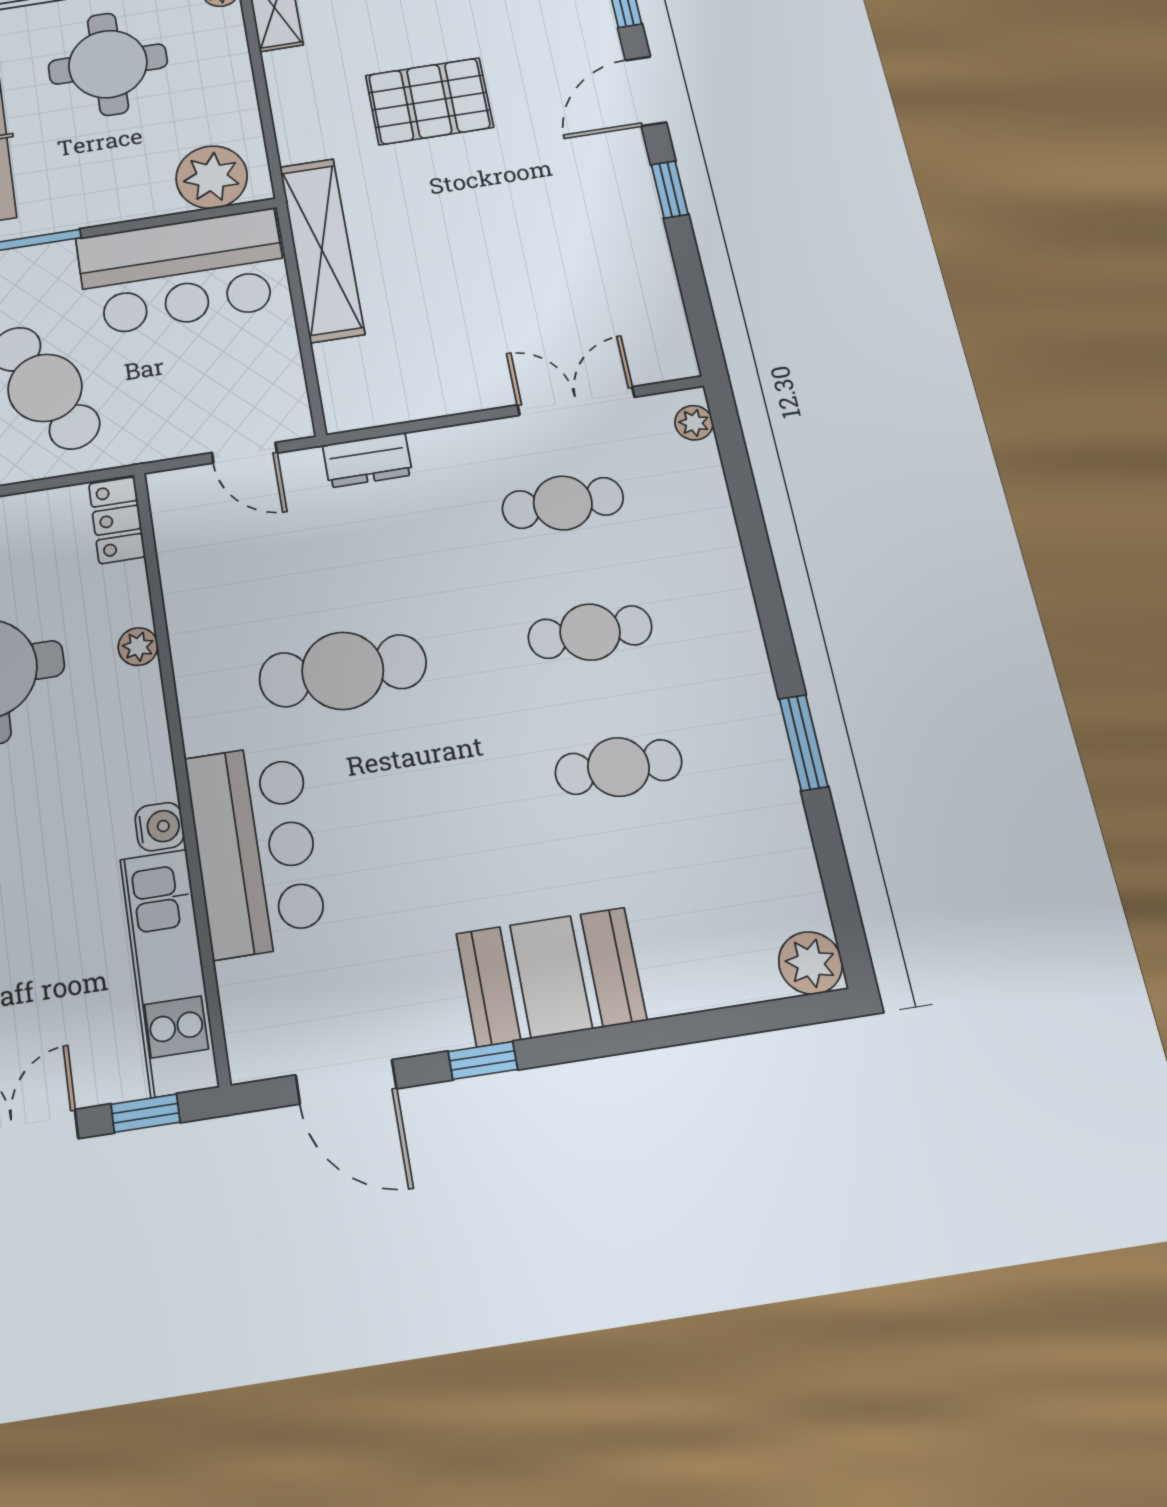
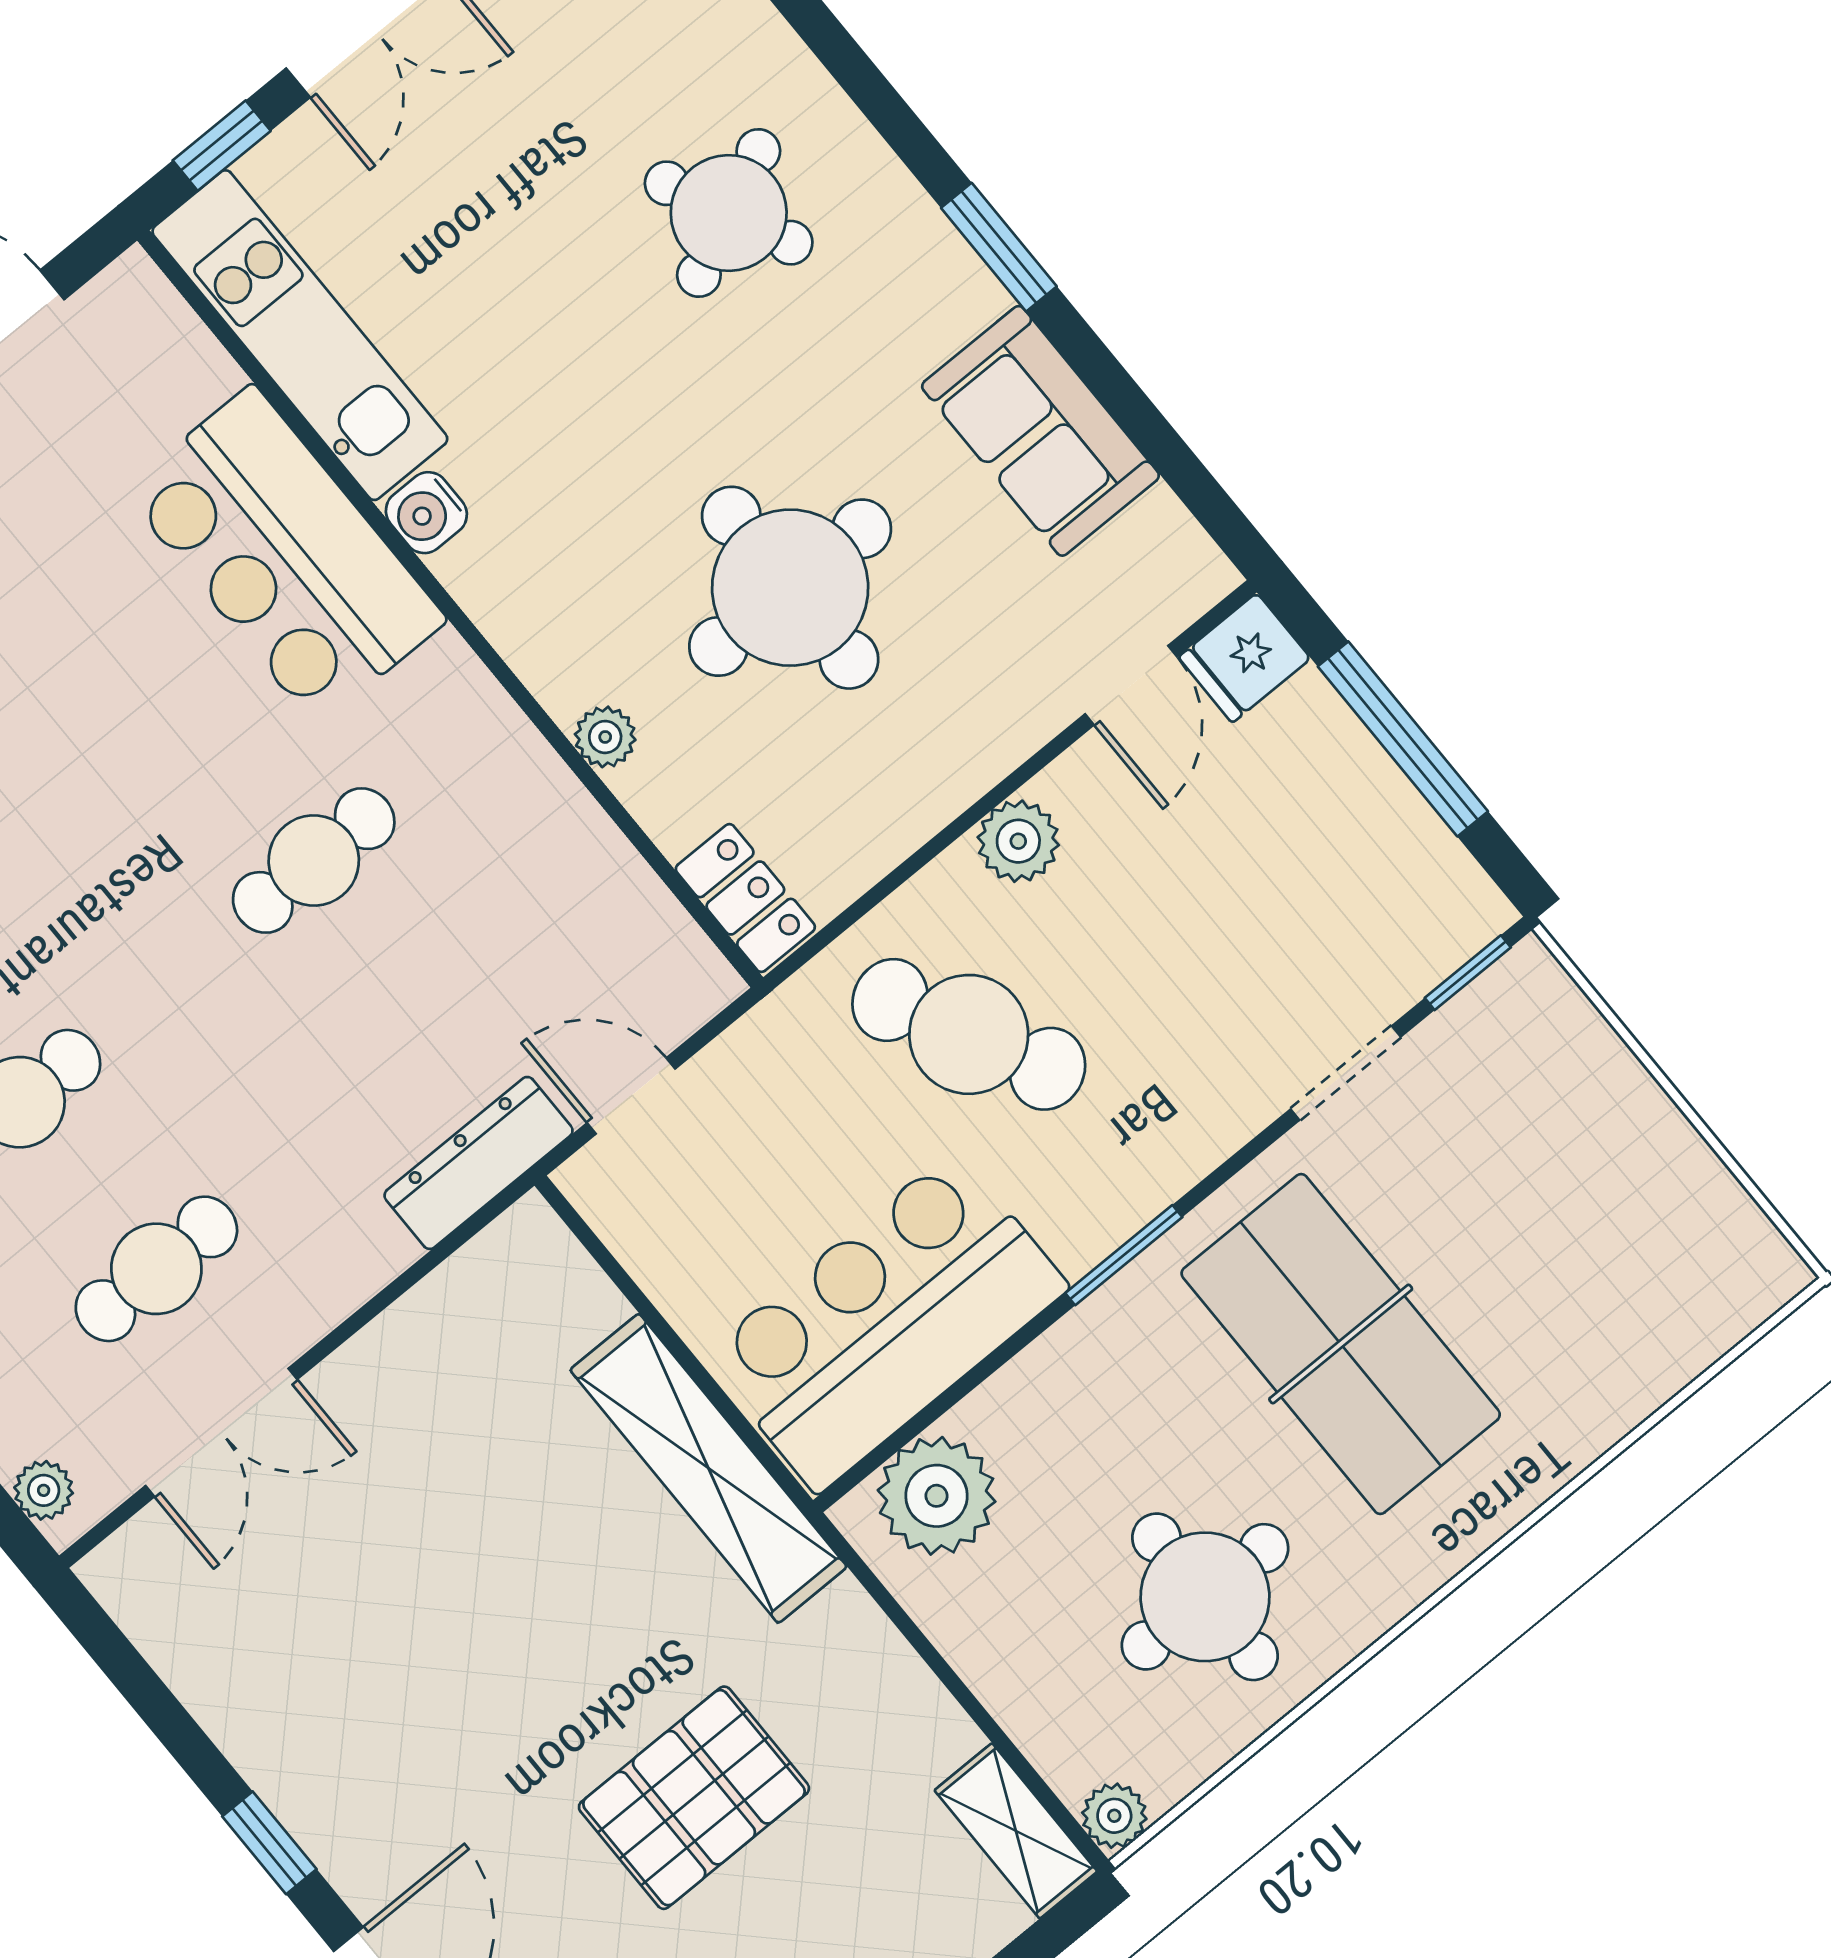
dresser: (367, 460) -> (479, 1163), width x1.44
cafe table: (343, 671) -> (314, 861), width x0.73, depth x0.74

